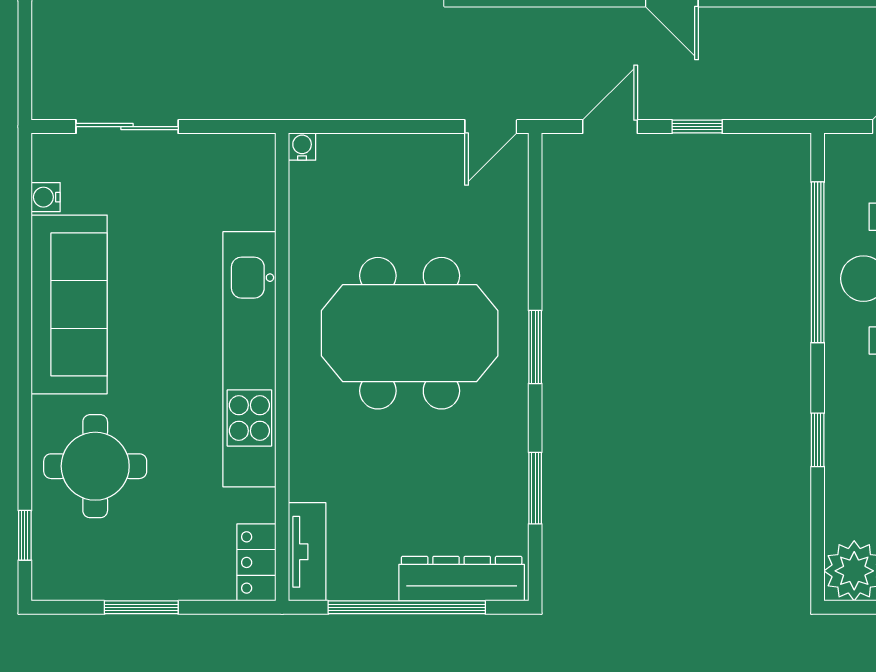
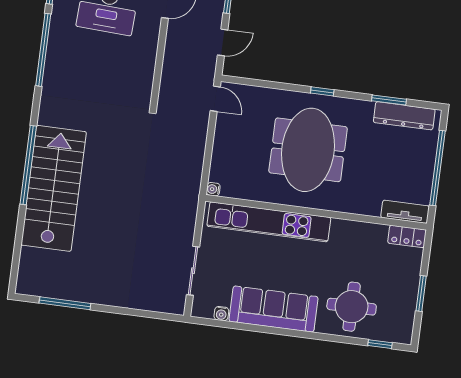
door: (610, 127) -> (223, 42), swing flipped
window: (535, 347) -> (322, 91), width x0.67
kitchen unit: (249, 359) -> (269, 222), moved
dresser: (462, 579) -> (404, 116), moved, turned -90

